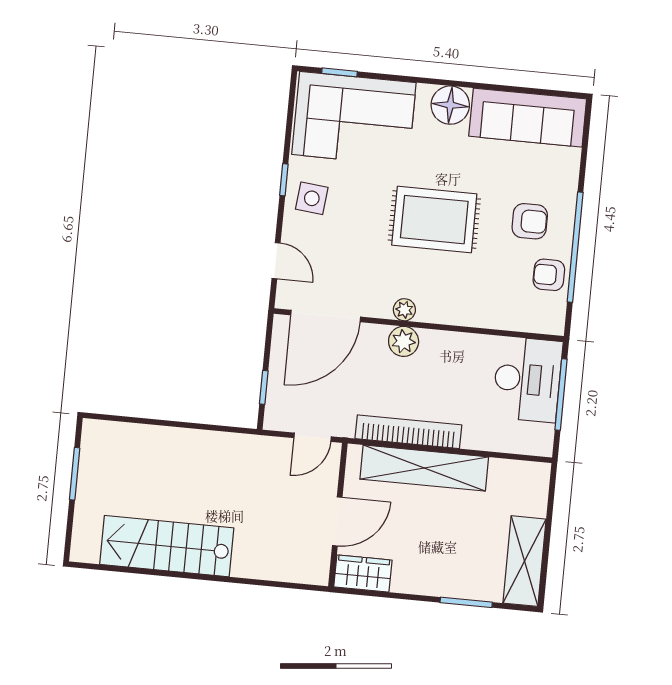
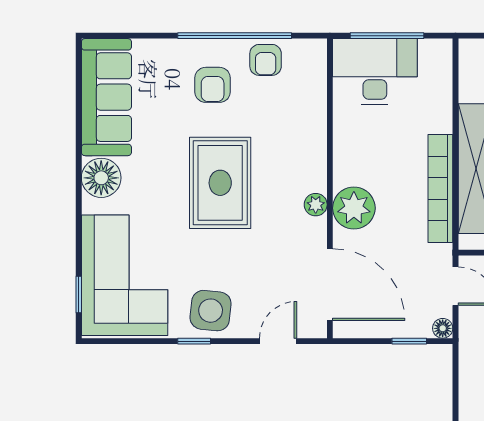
side table: (312, 198) -> (211, 311), width x1.37, depth x1.37
armchair: (530, 221) -> (213, 85), turned 180
plant: (404, 341) -> (354, 208), width x1.36, depth x1.36
floor lamp: (273, 421) -> (443, 328), added

